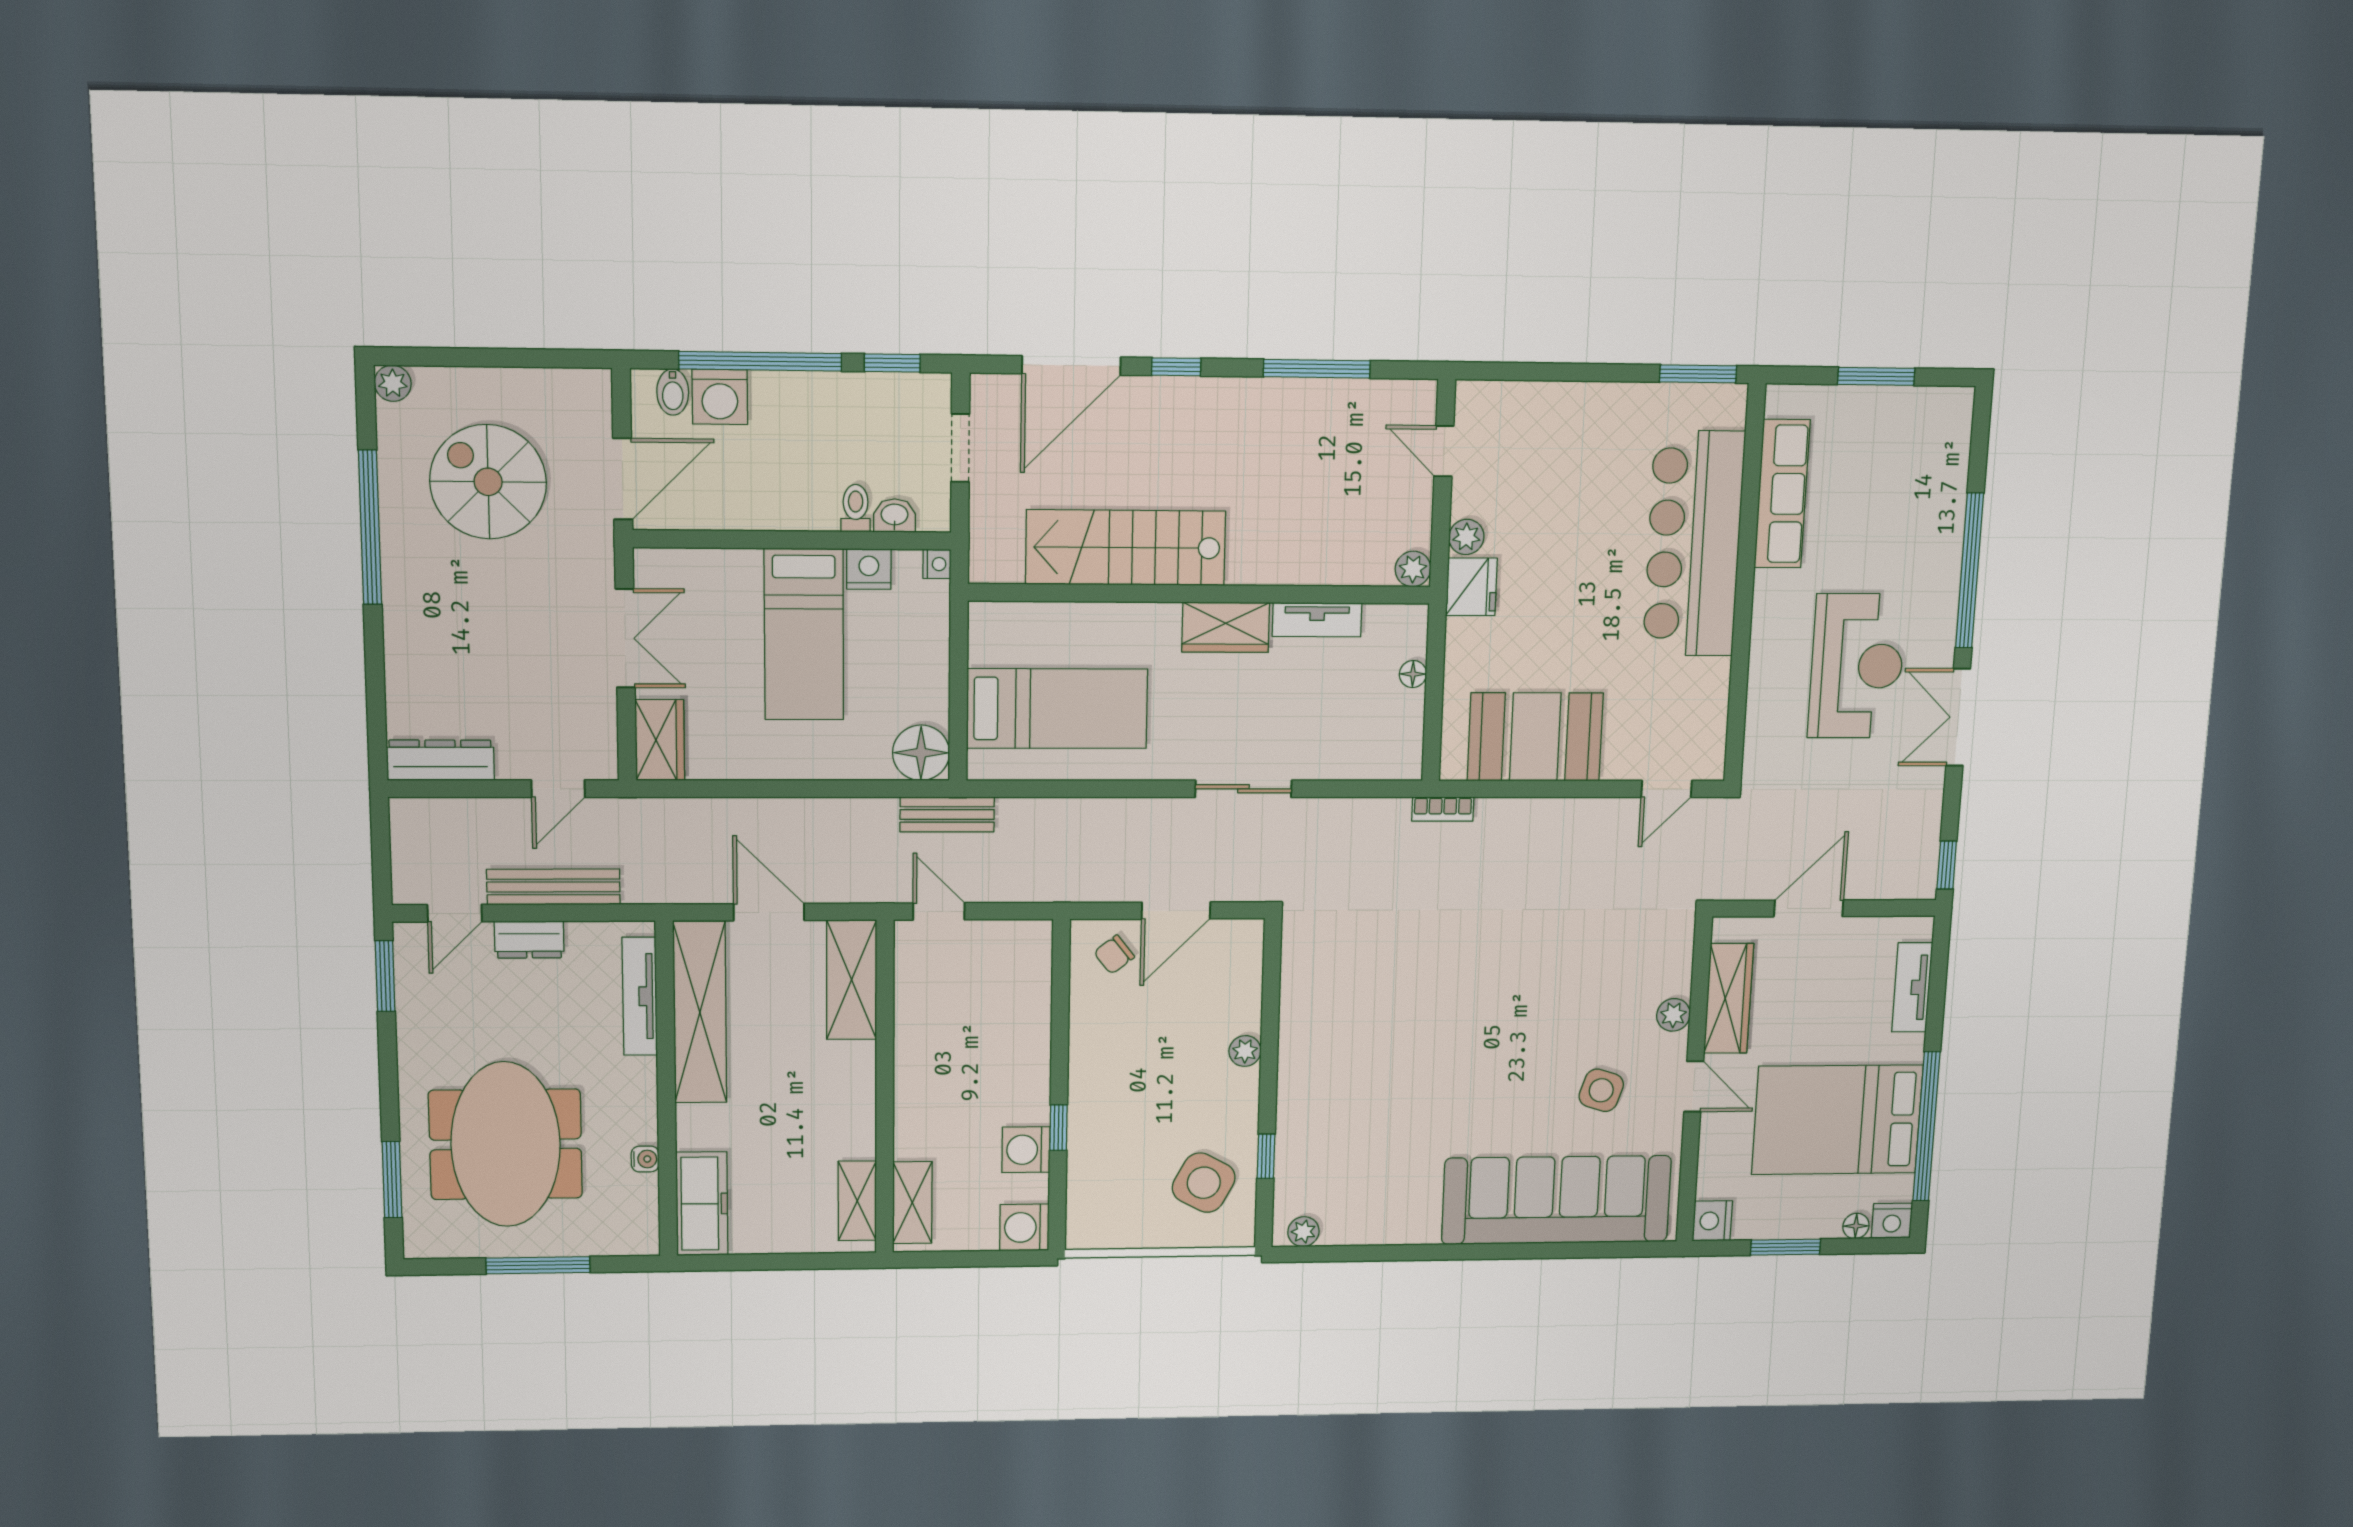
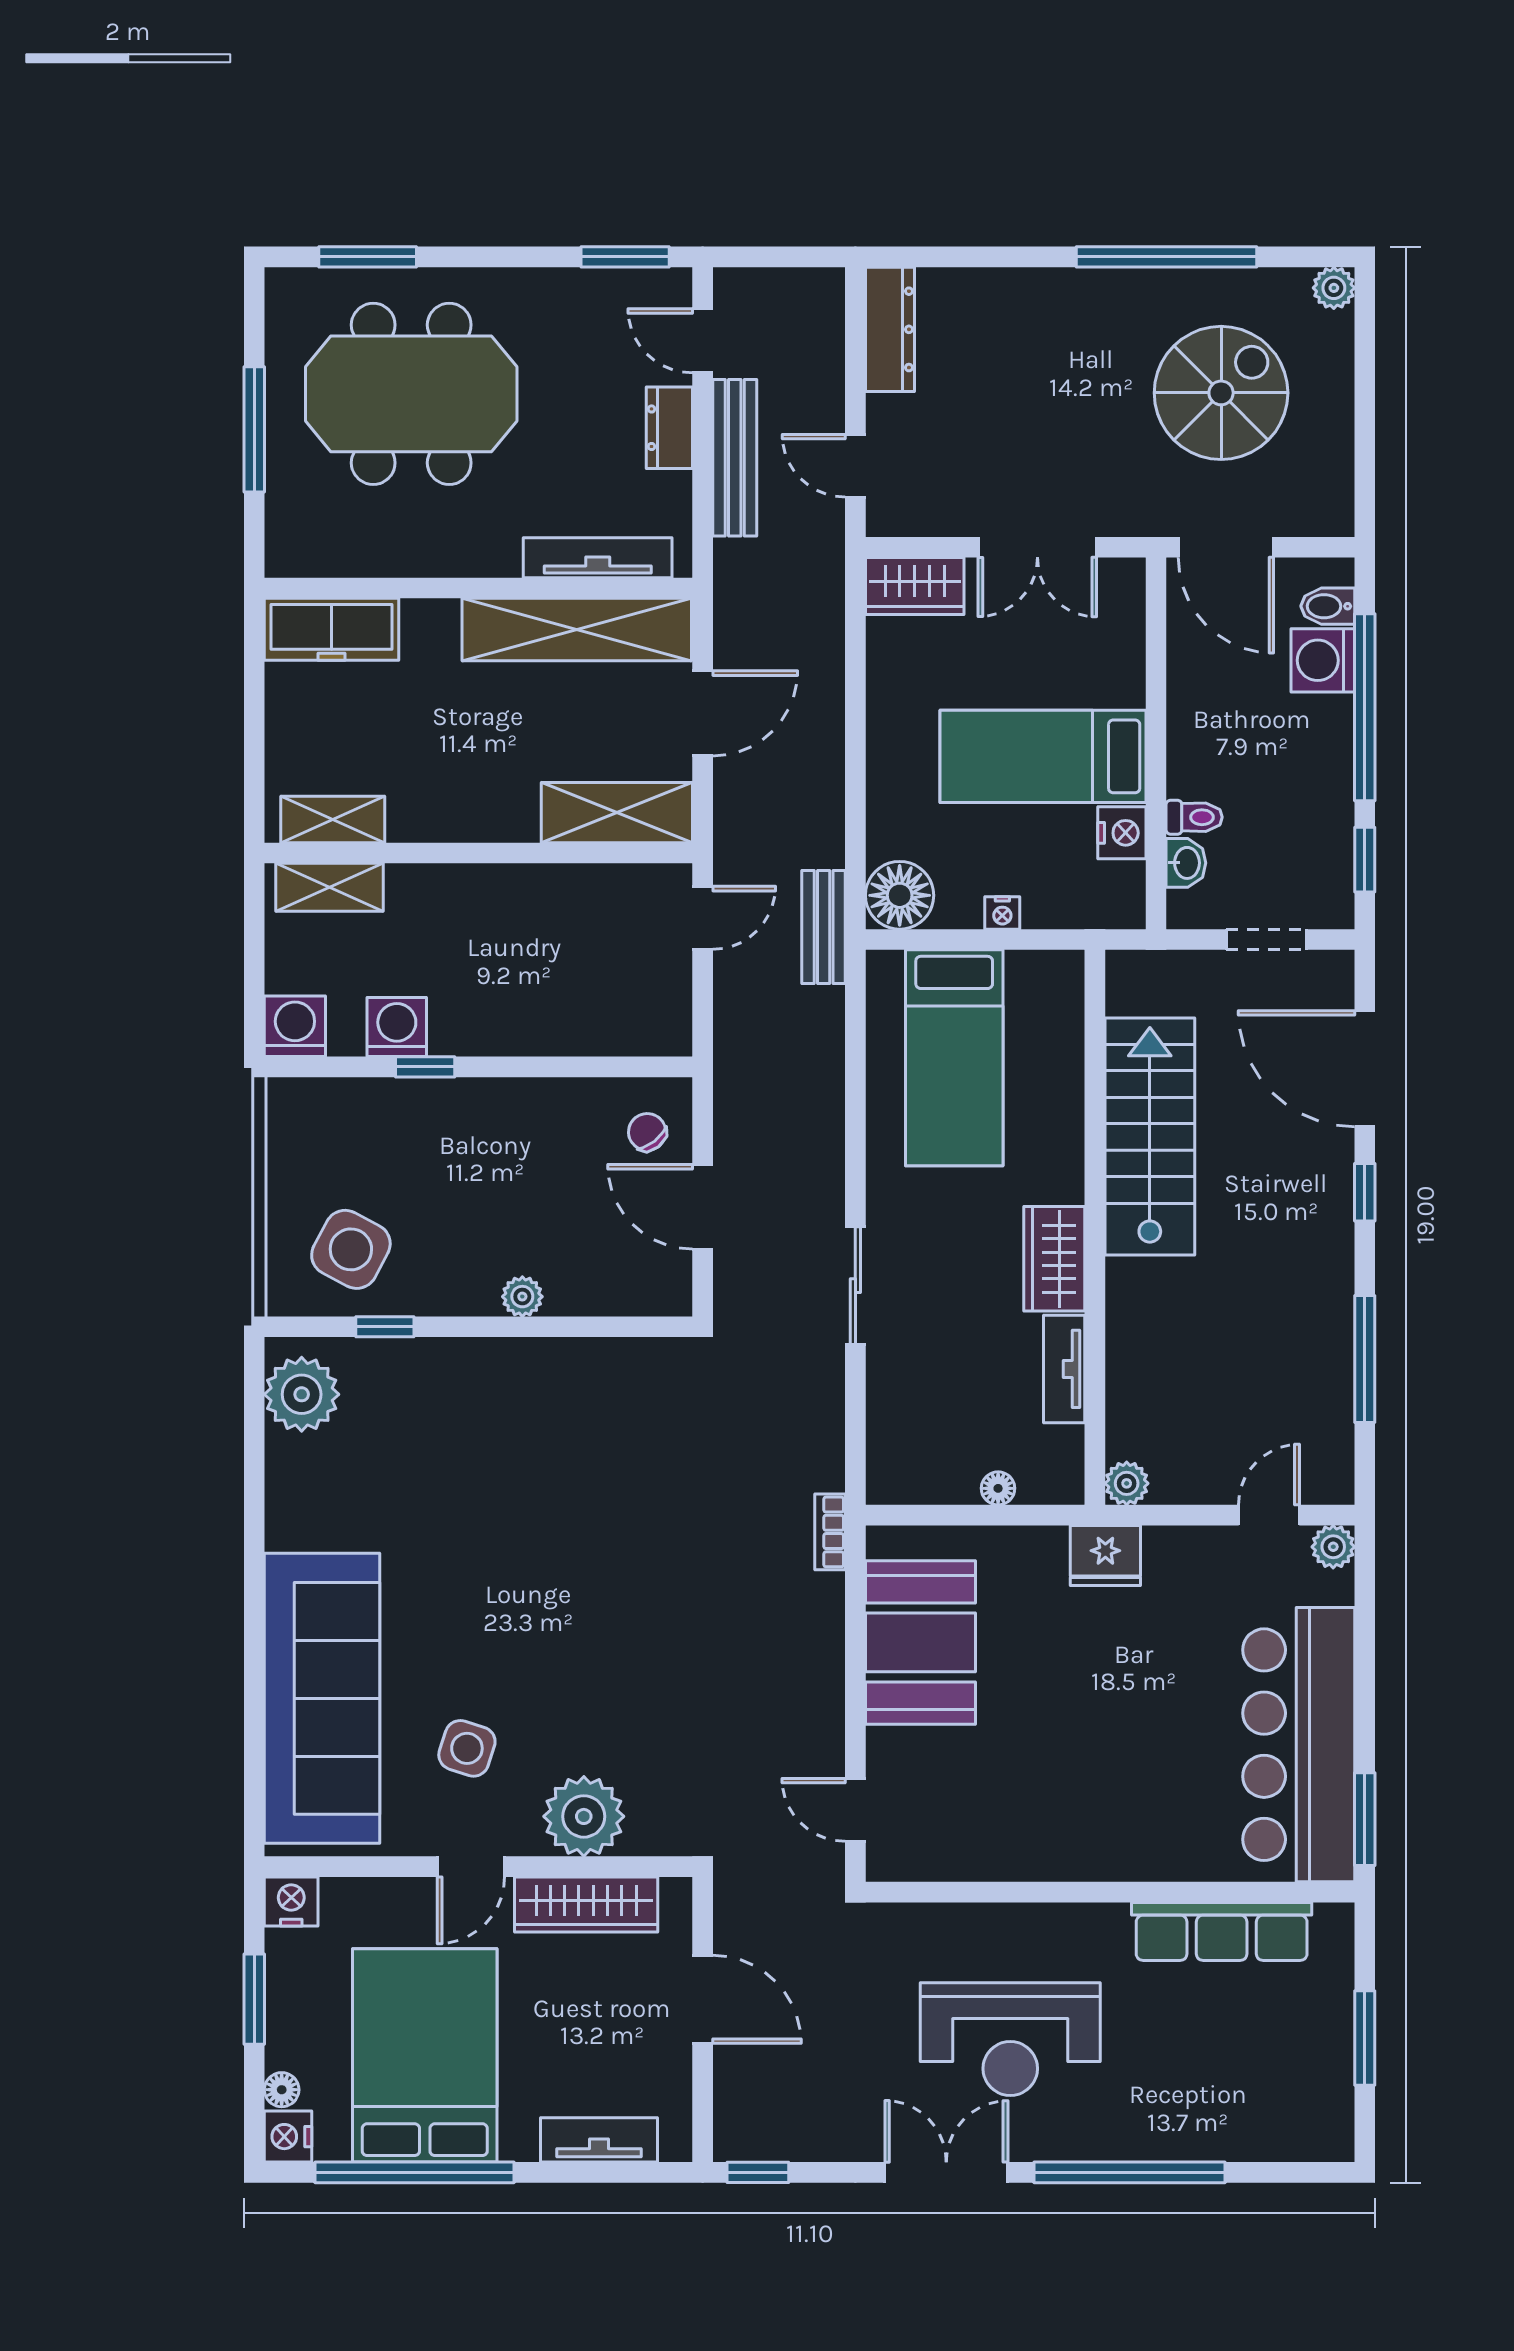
plant: (1466, 537) -> (1333, 1547), moved
bar counter: (1694, 544) -> (1299, 1745), moved, turned -90
nightstand: (937, 564) -> (1002, 913), moved
plant: (1673, 1015) -> (584, 1816), width x1.87, depth x1.87
water cooler: (645, 1159) -> (390, 561), removed
plant: (1303, 1232) -> (302, 1394), width x1.88, depth x1.88

